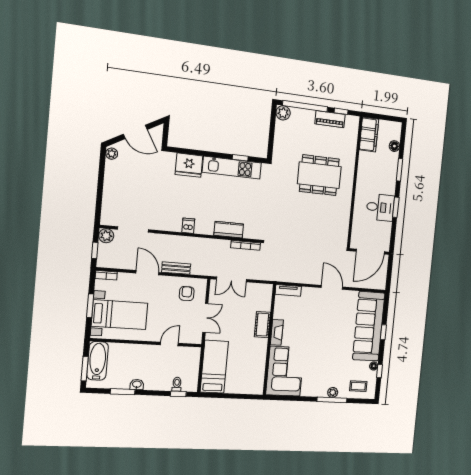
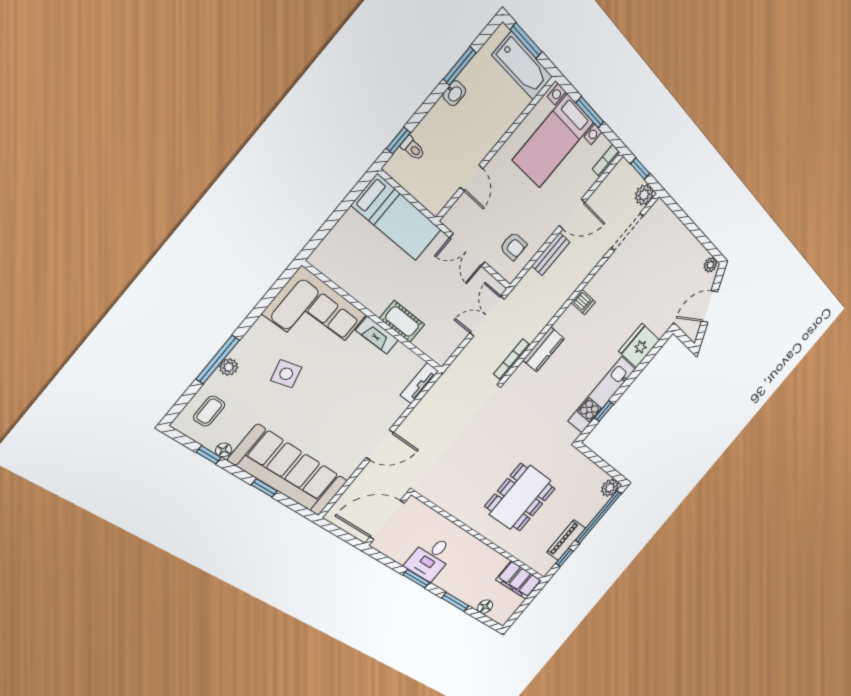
door: (370, 252) -> (387, 520), hinge flipped
side table: (321, 363) -> (286, 374), added

